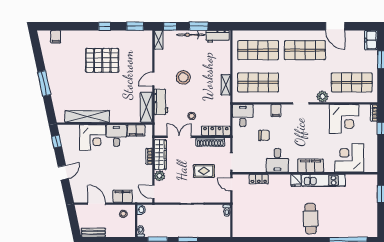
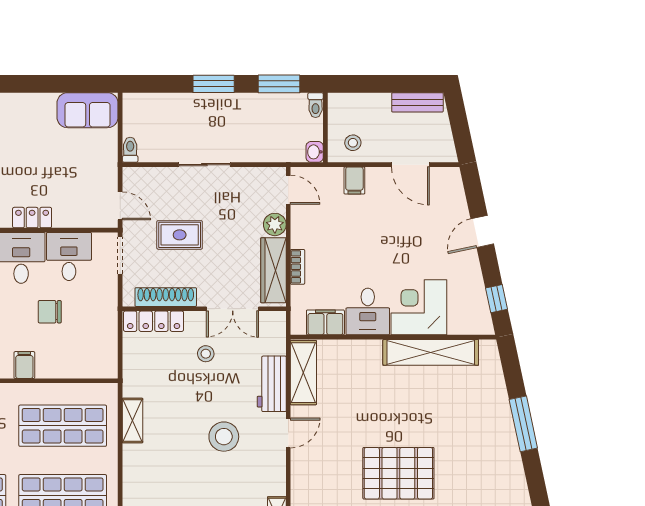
desk: (243, 116) -> (69, 256), moved, turned 180
locker: (259, 179) -> (32, 218), moved
filing cabinet: (123, 196) -> (354, 180), width x0.50
sofa: (247, 229) -> (88, 110), added

